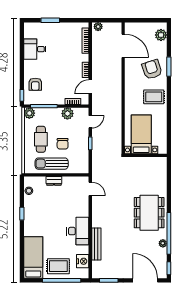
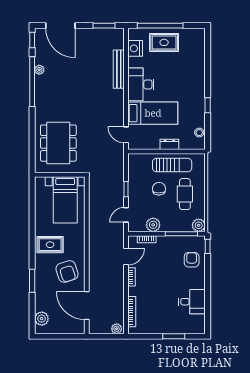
armchair: (152, 69) -> (67, 272), moved
dining table: (149, 213) -> (58, 143), moved
bed: (33, 257) -> (153, 113), moved, turned -90

